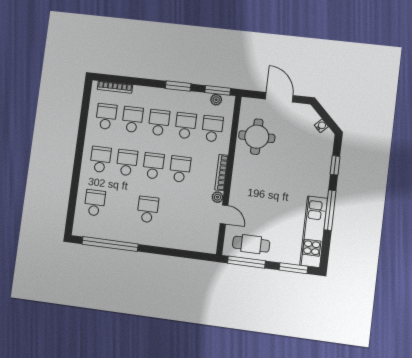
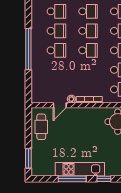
school desk: (180, 169) -> (56, 31), moved
kitchen unit: (314, 232) -> (80, 169), moved
window: (110, 244) -> (28, 49), moved
window: (246, 262) -> (28, 125), removed

